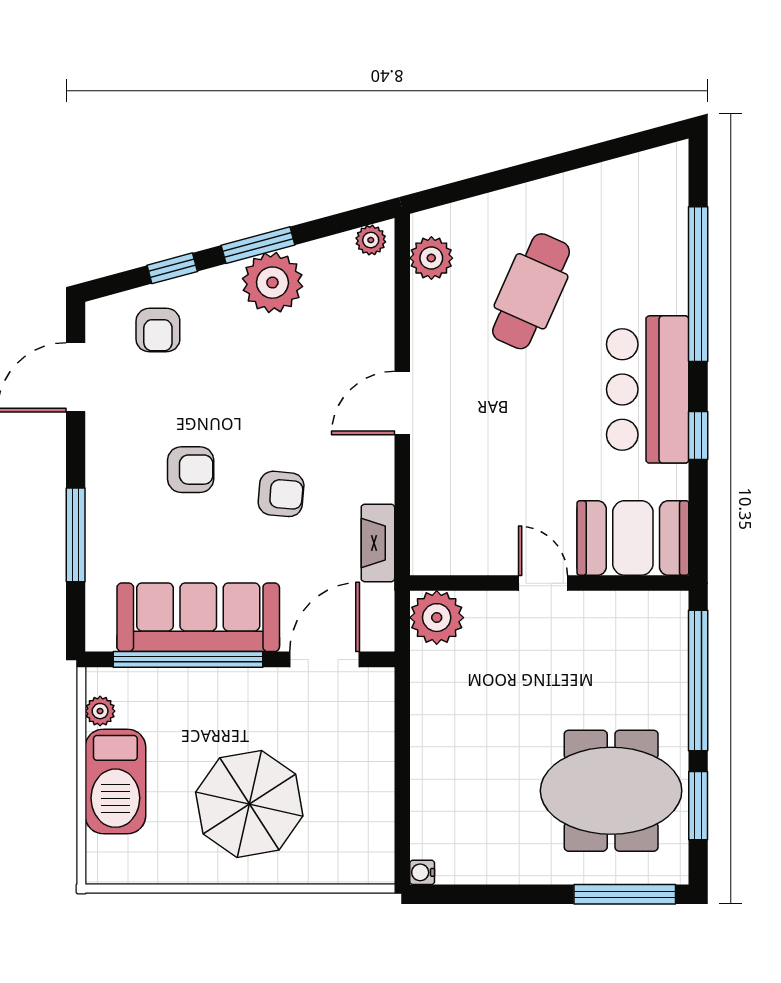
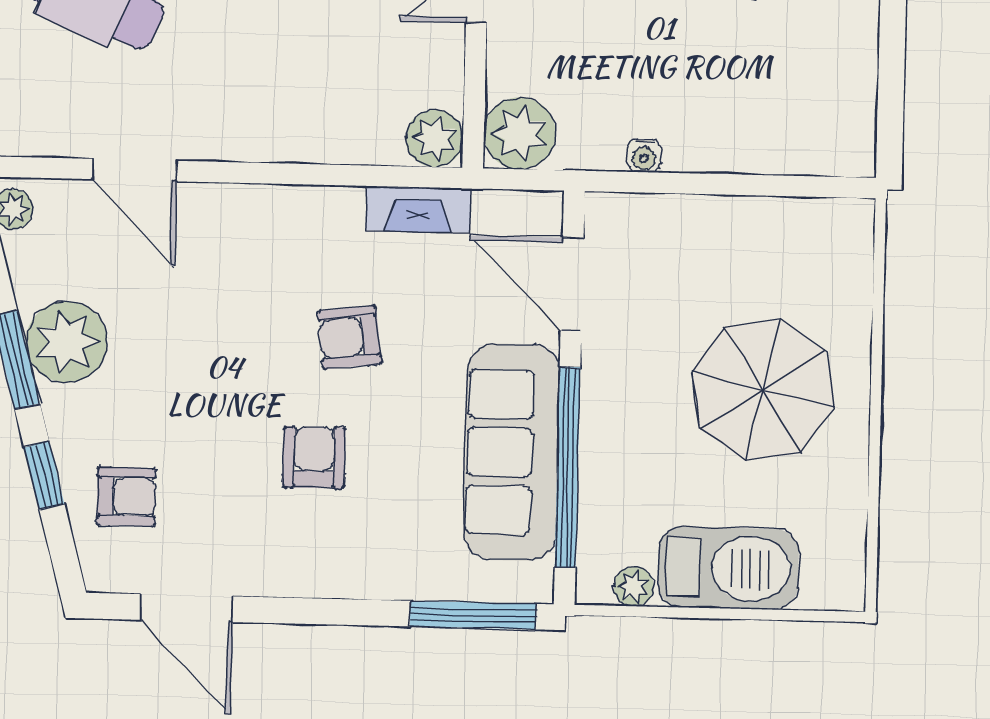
plant: (431, 258) -> (434, 138), moved
door: (402, 403) -> (135, 170), moved
armchair: (281, 494) -> (349, 337), turned -102
window: (76, 535) -> (473, 615), moved
water cooler: (422, 872) -> (644, 156), moved

